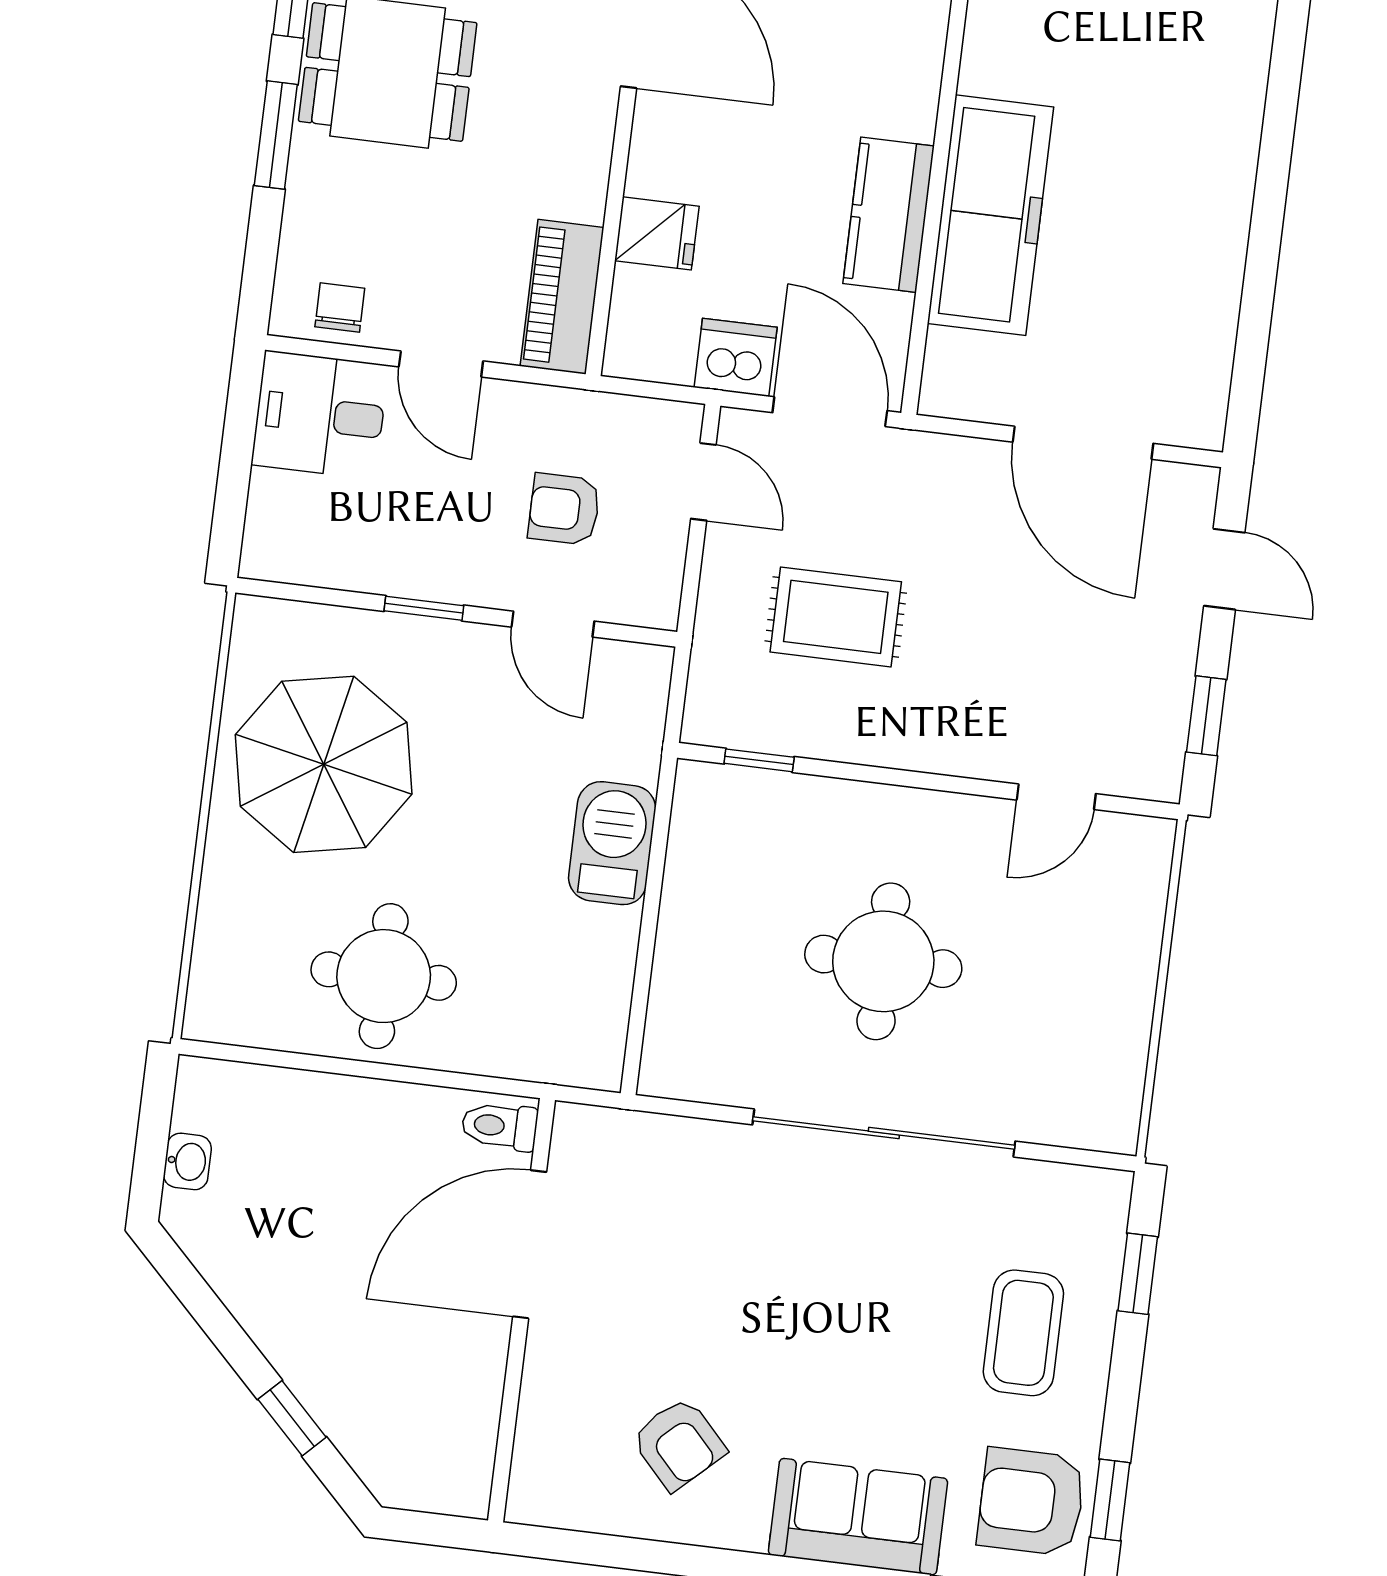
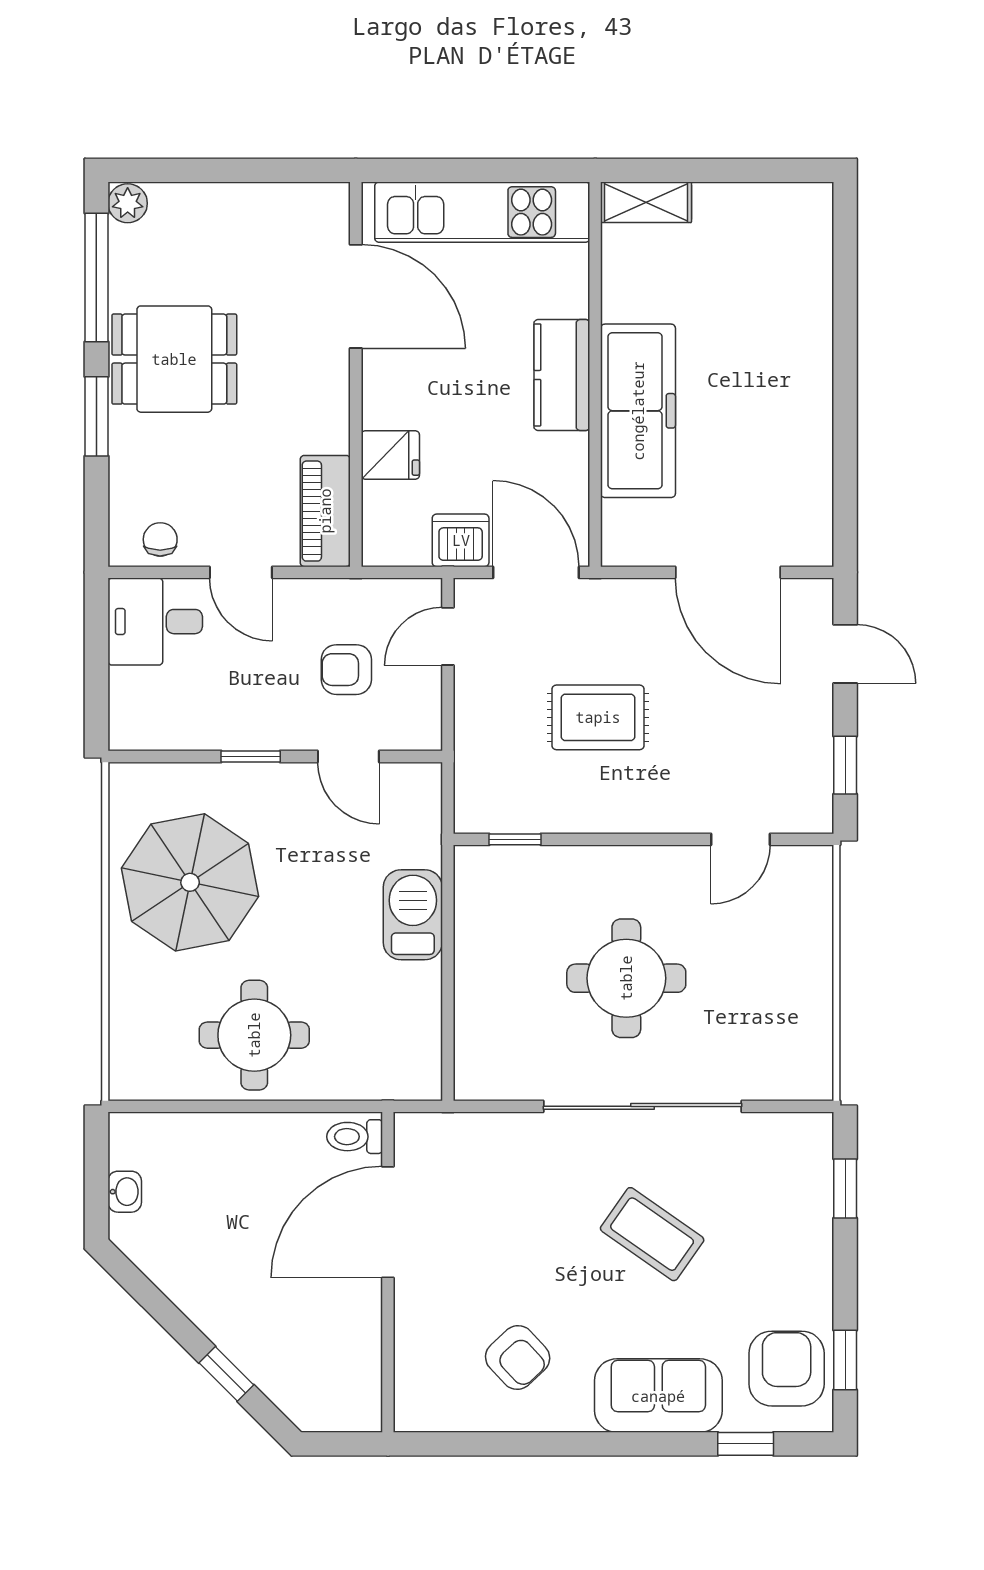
kitchen counter: (889, 215) -> (562, 375), moved
door: (703, 482) -> (448, 636), swing flipped
rug: (836, 617) -> (598, 717), moved
coffee table: (1023, 1333) -> (652, 1234), moved, turned -55
armchair: (1031, 1502) -> (787, 1369), turned 90

